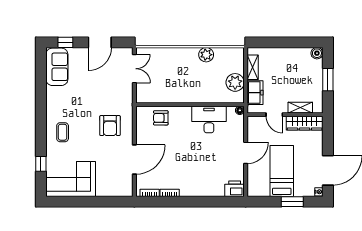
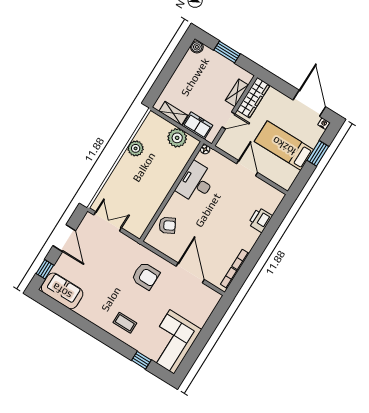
armchair: (161, 118) -> (167, 225), turned -118
printer: (235, 189) -> (260, 220), moved

